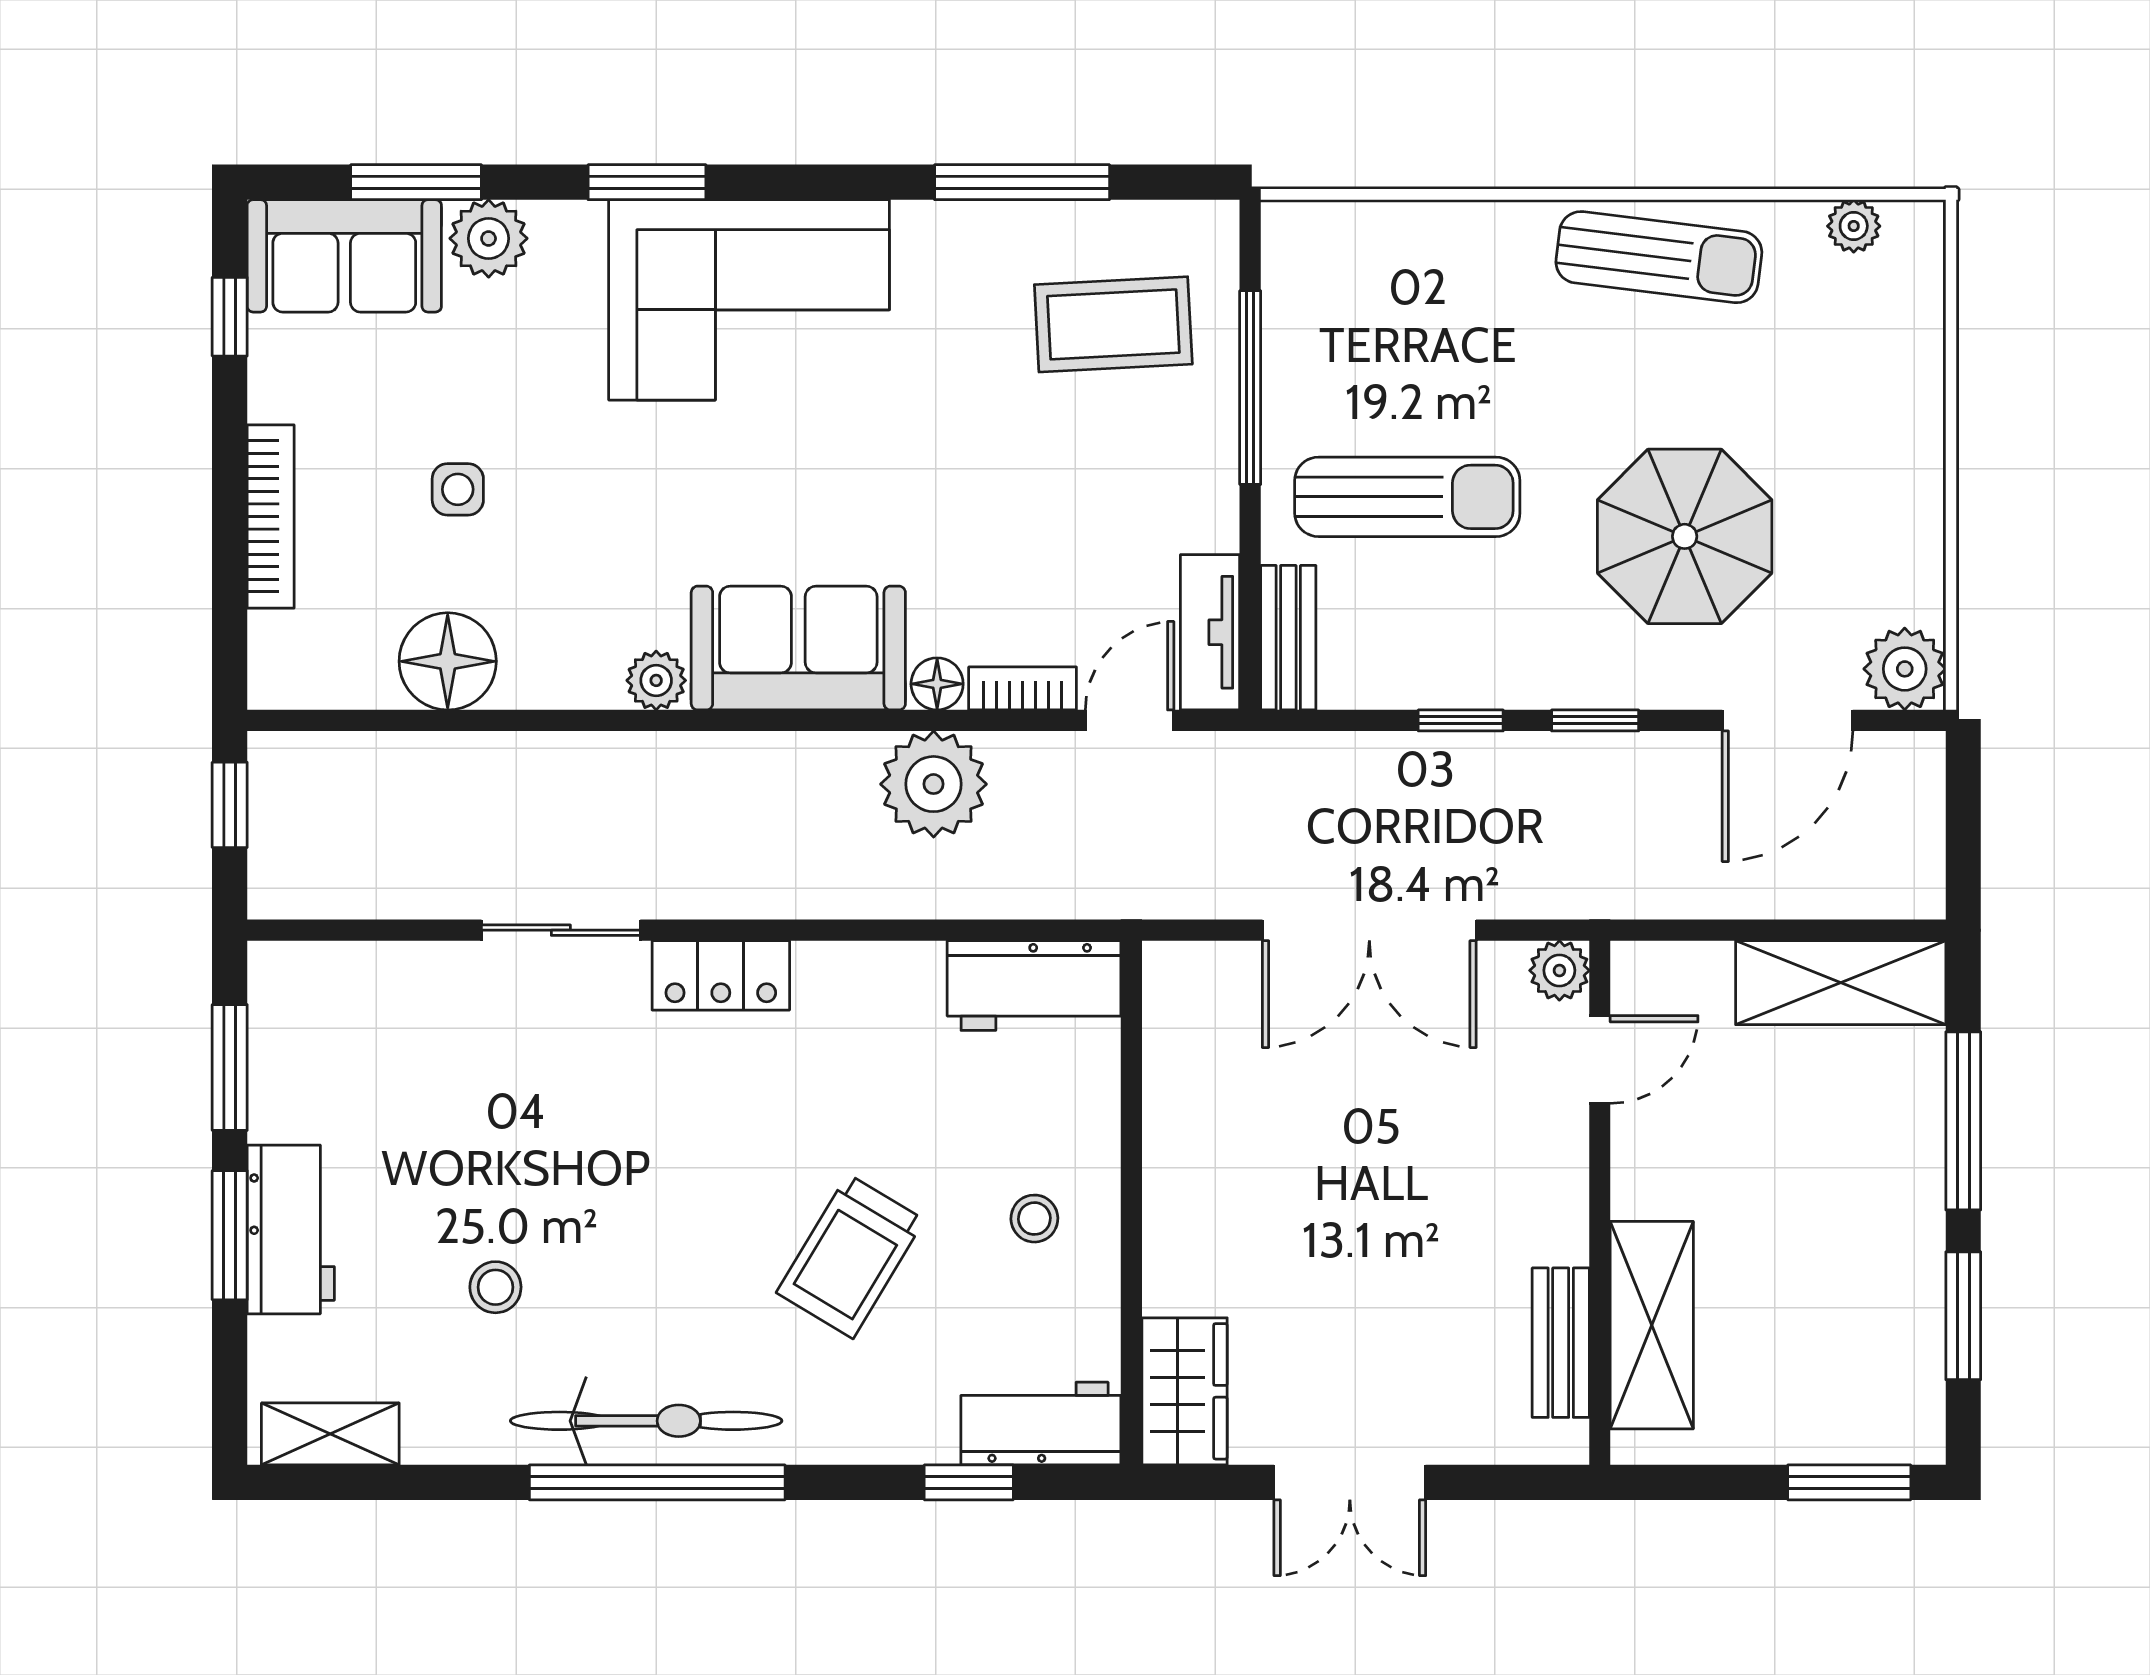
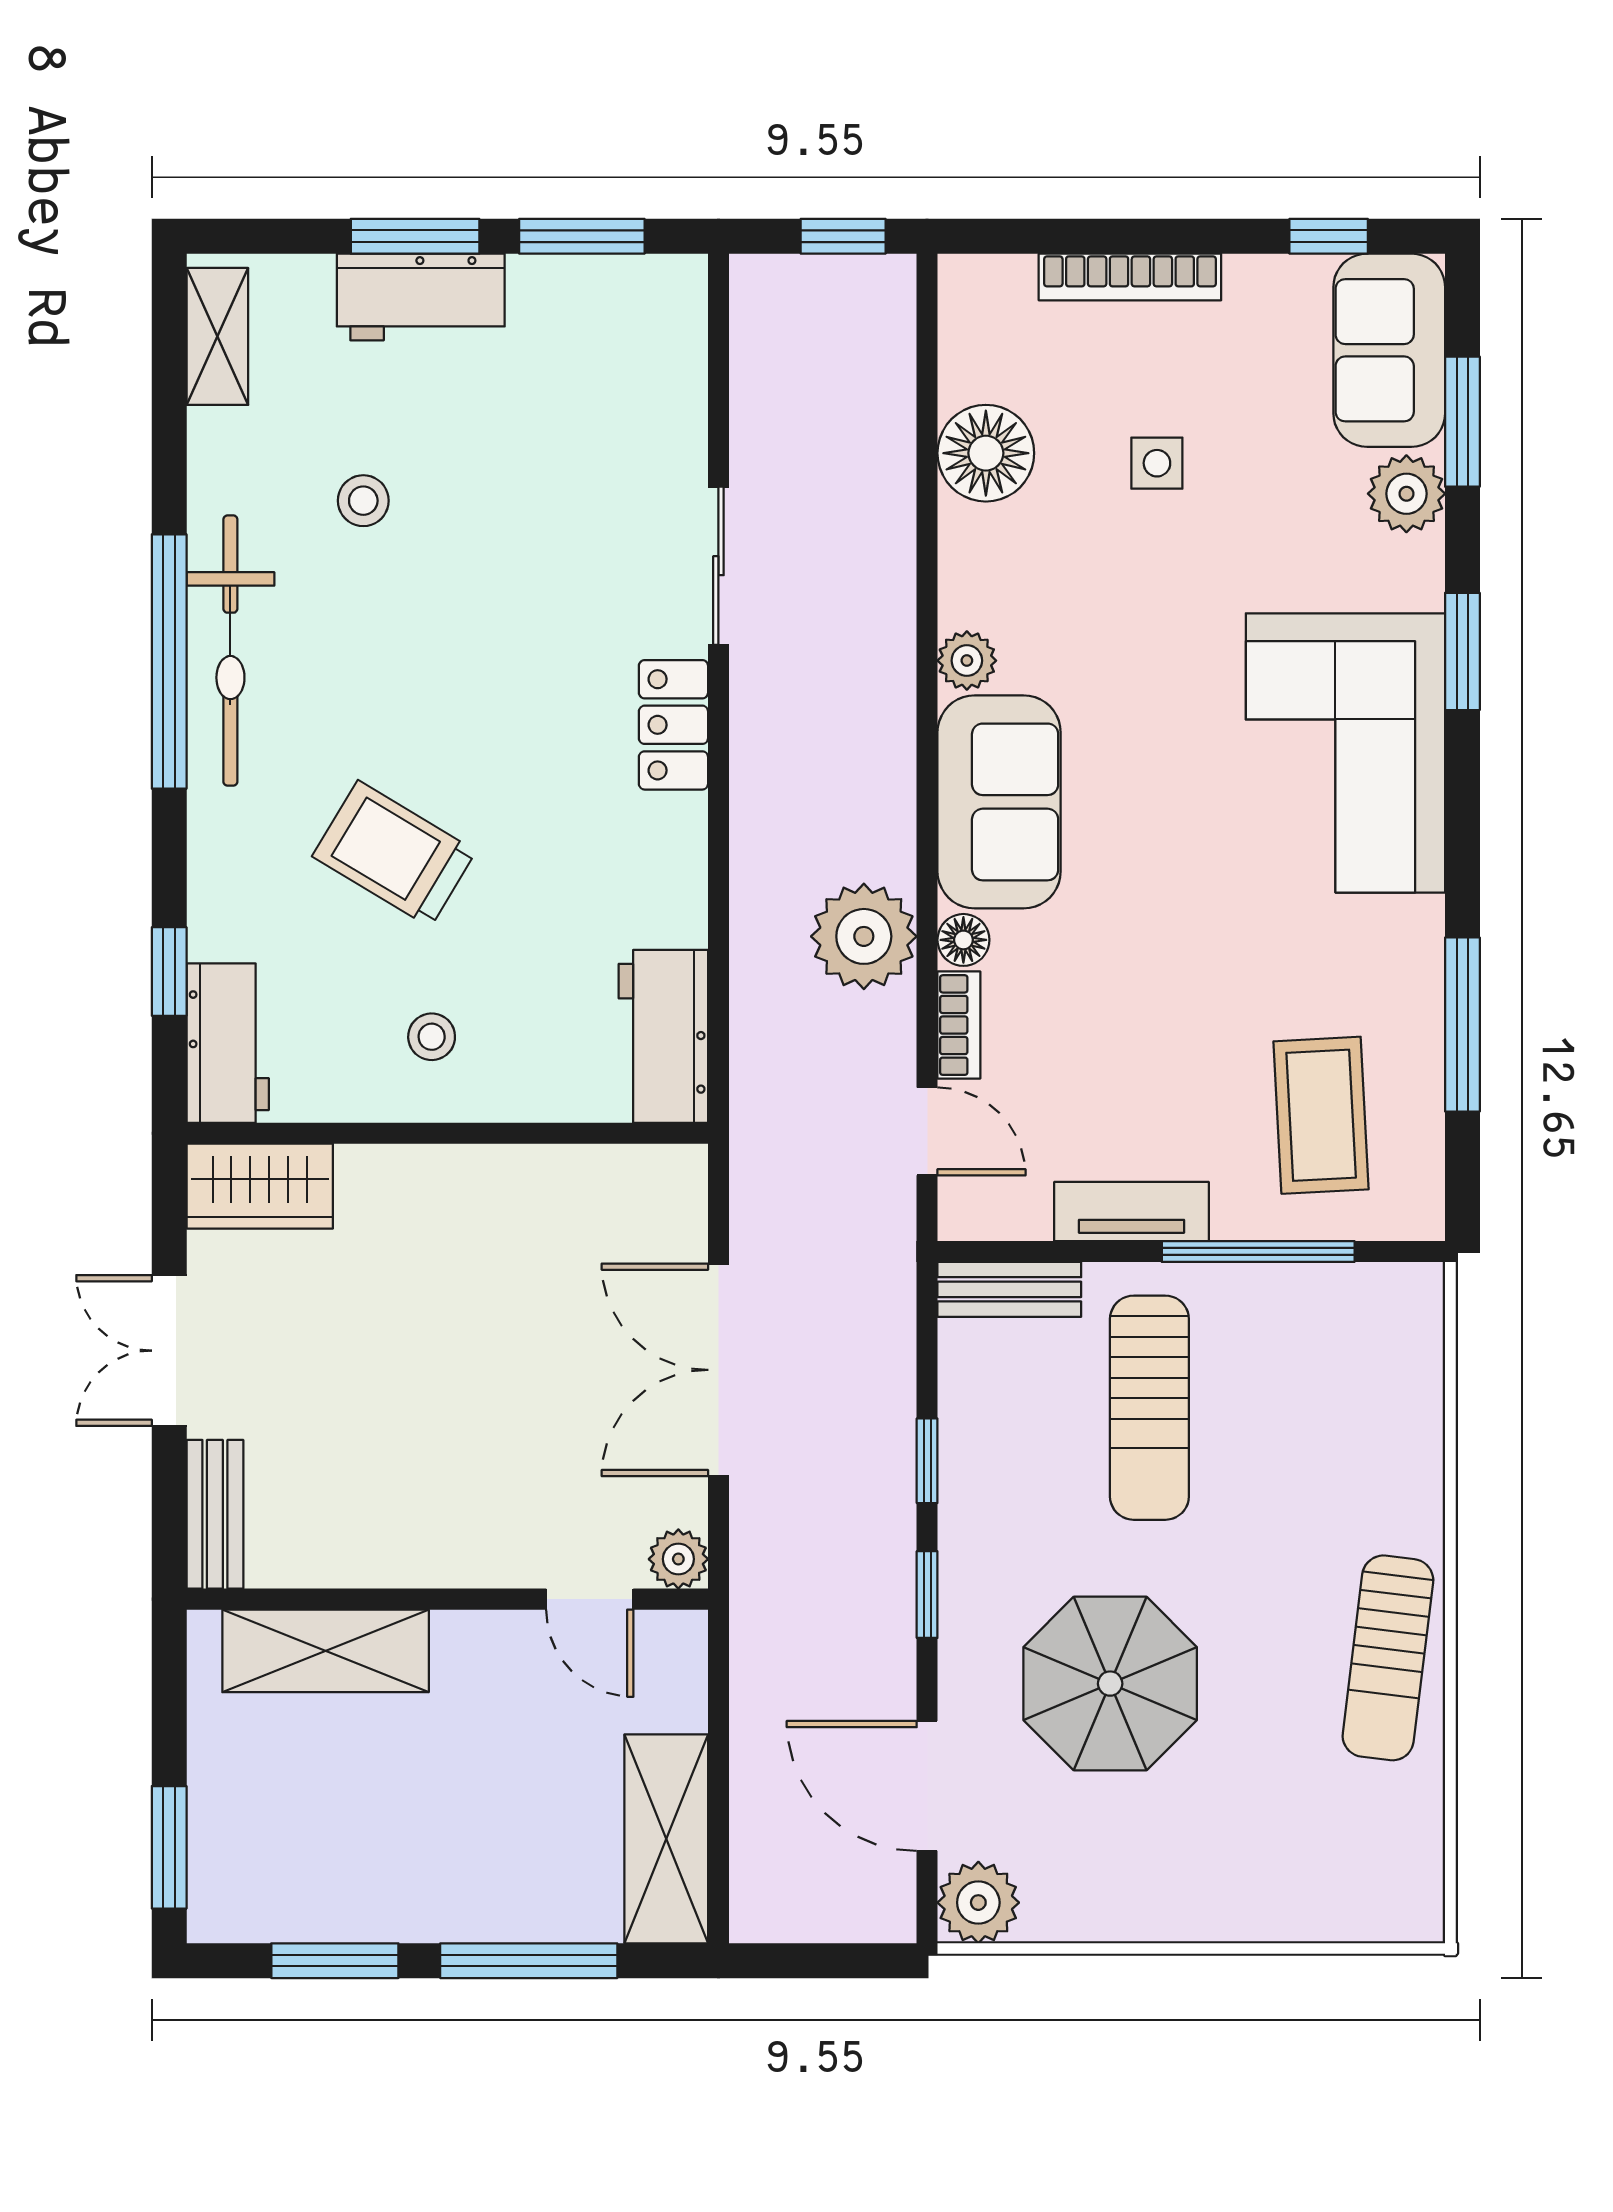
plant: (1854, 226) -> (1419, 1852), removed
tv unit: (1210, 632) -> (1131, 1212), moved
bench: (1561, 1343) -> (215, 1514), moved, turned 90

